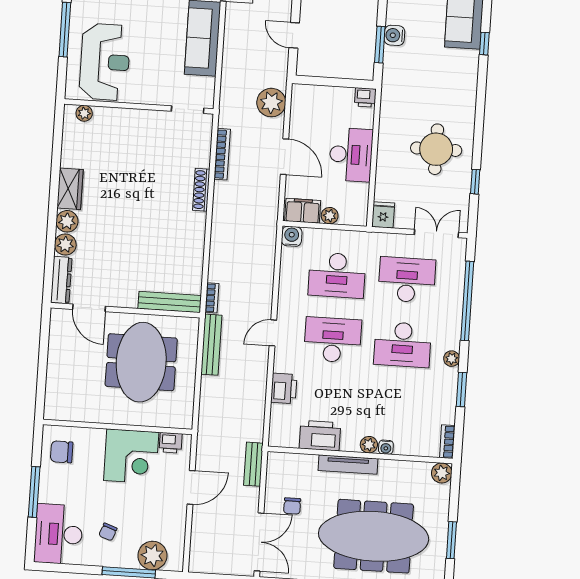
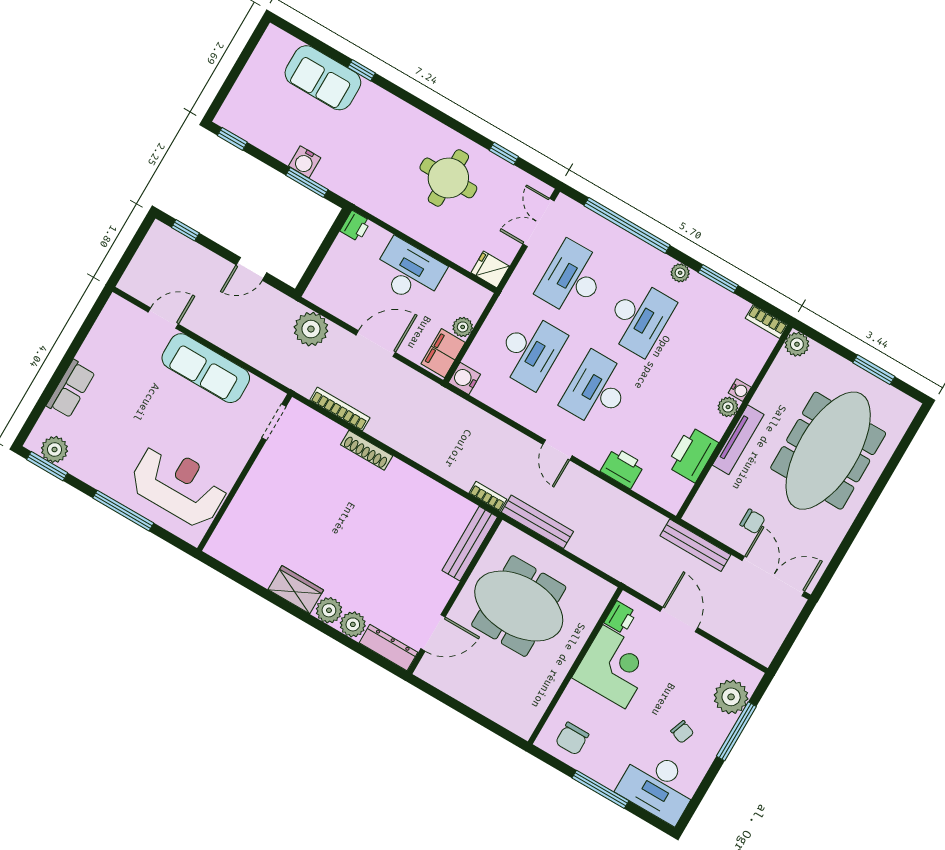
plant: (84, 113) -> (223, 534), removed
bench: (253, 464) -> (695, 545), width x1.36

